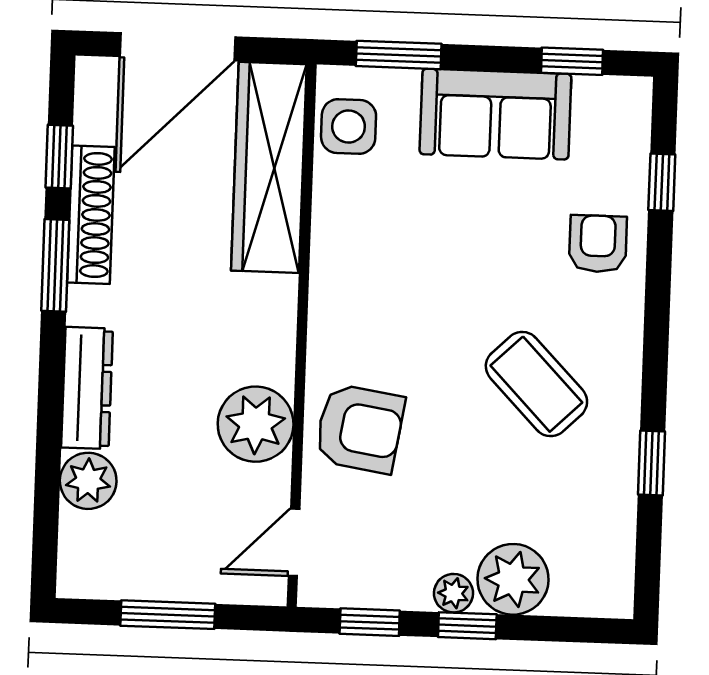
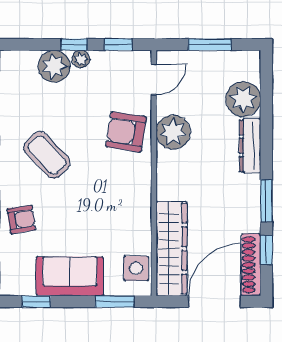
shoe rack: (91, 215) -> (251, 265), moved
armchair: (598, 244) -> (21, 219), turned -99
plant: (88, 481) -> (243, 99), width x1.36, depth x1.36

